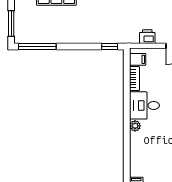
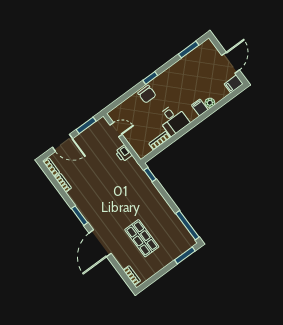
filing cabinet: (138, 59) -> (200, 107), moved
plant: (135, 126) -> (210, 103), moved

